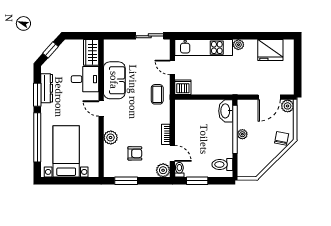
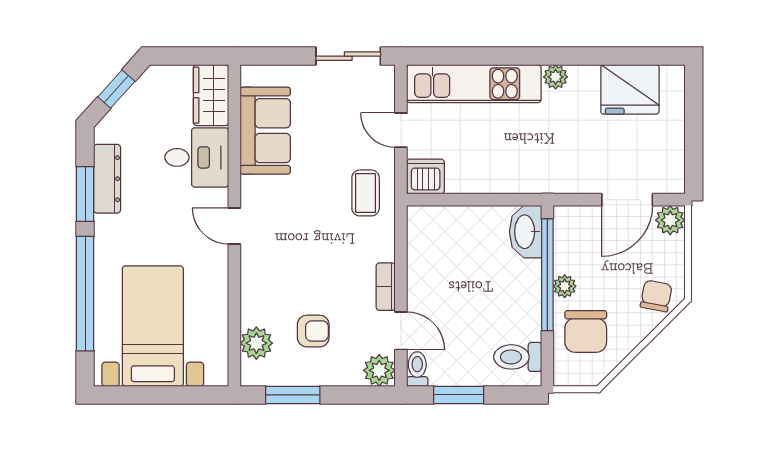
sofa: (114, 80) -> (265, 131), moved
plant: (111, 137) -> (256, 343), moved
chair: (251, 154) -> (586, 331), added

